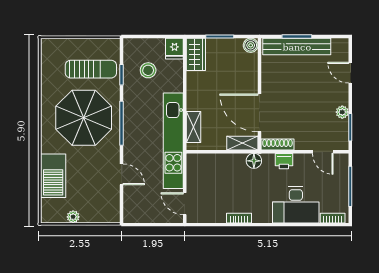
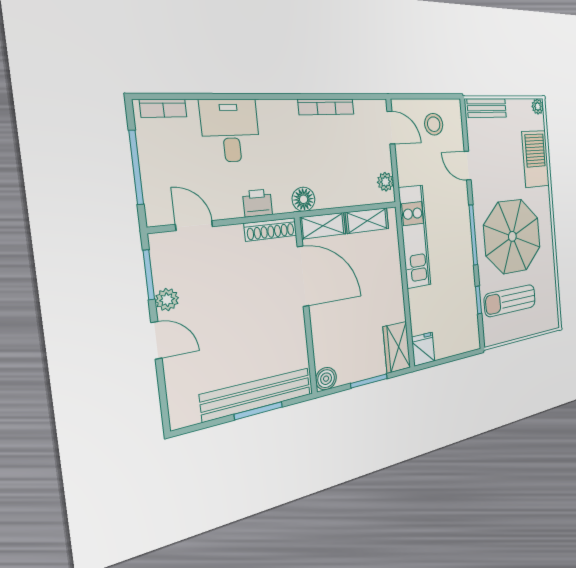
stool: (148, 70) -> (434, 124), moved
door: (350, 73) -> (156, 340), moved
shelving: (194, 127) -> (367, 221), moved, turned 90
kitchen unit: (173, 141) -> (415, 237), width x0.73
plant: (193, 168) -> (385, 182), added
desk: (296, 205) -> (230, 131), width x0.73
bench: (99, 216) -> (487, 108), added
plant: (73, 217) -> (538, 106), moved
bookcase: (239, 218) -> (326, 107), width x1.56

